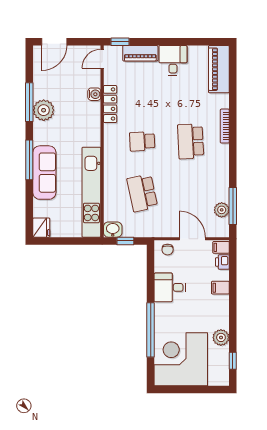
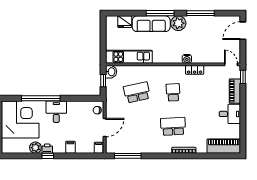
door: (54, 42) -> (243, 31), hinge flipped
water cooler: (94, 94) -> (187, 59), moved
locker: (110, 104) -> (195, 70), width x0.66
plant: (44, 110) -> (178, 23), moved
kitchen unit: (91, 192) -> (129, 57), width x0.73
plant: (222, 210) -> (125, 148), removed
fridge: (41, 228) -> (125, 22), moved
printer: (222, 262) -> (47, 149), moved
desk: (170, 287) -> (56, 112), moved
window: (233, 361) -> (48, 156), moved

